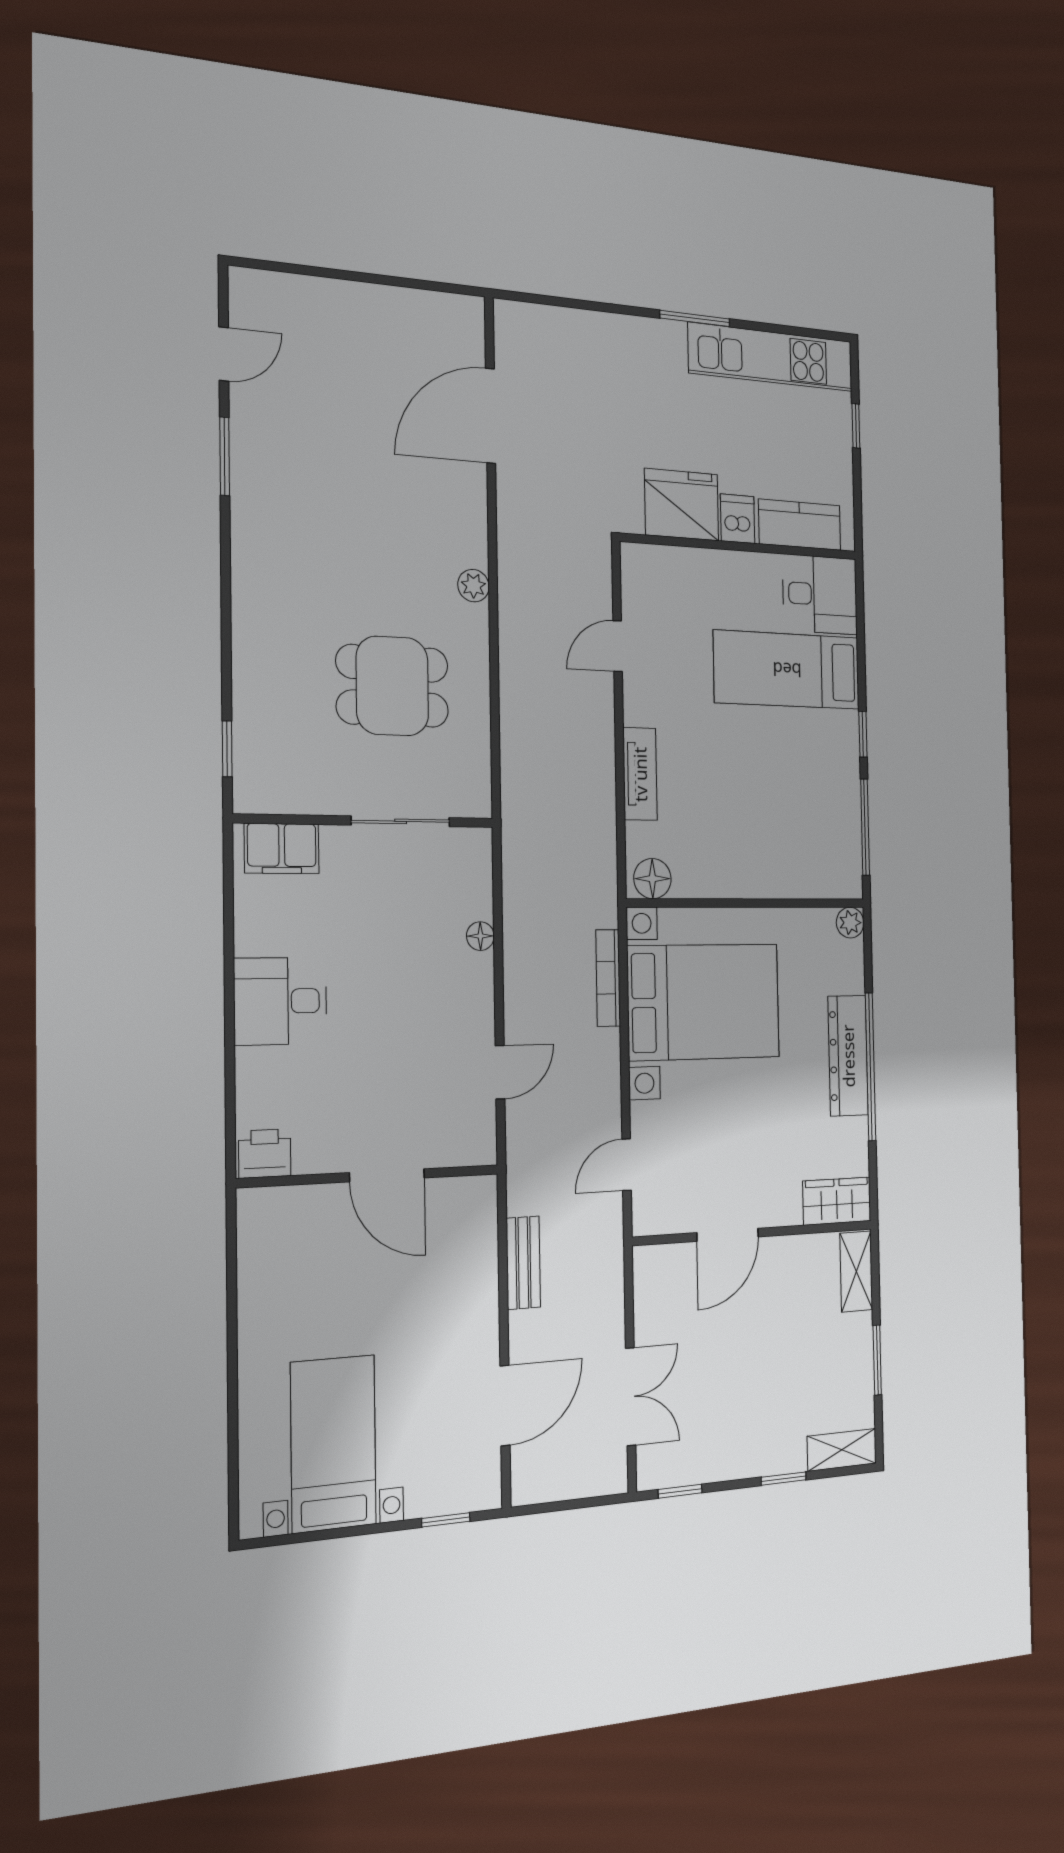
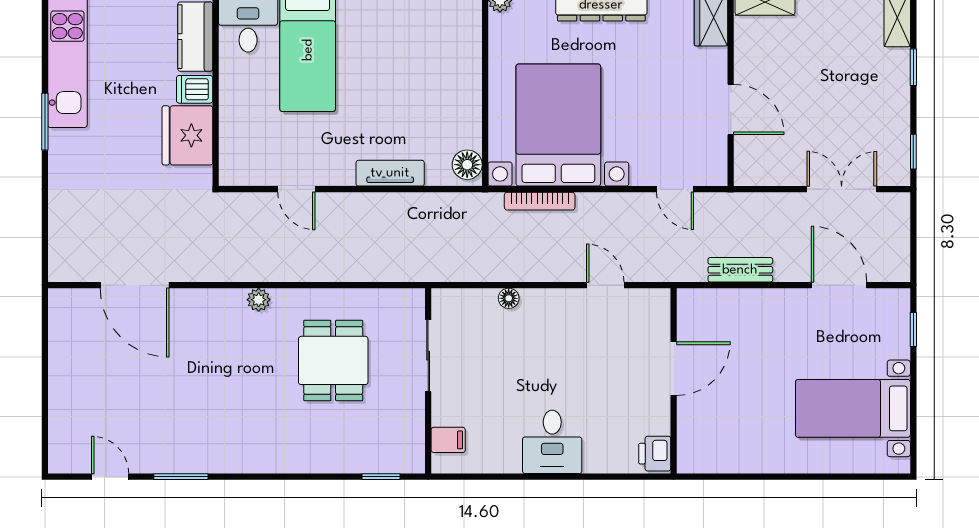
filing cabinet: (282, 849) -> (448, 440), width x0.50

